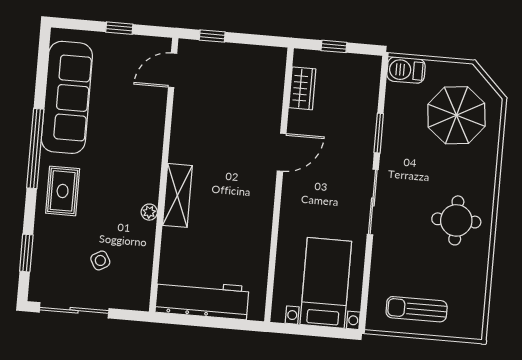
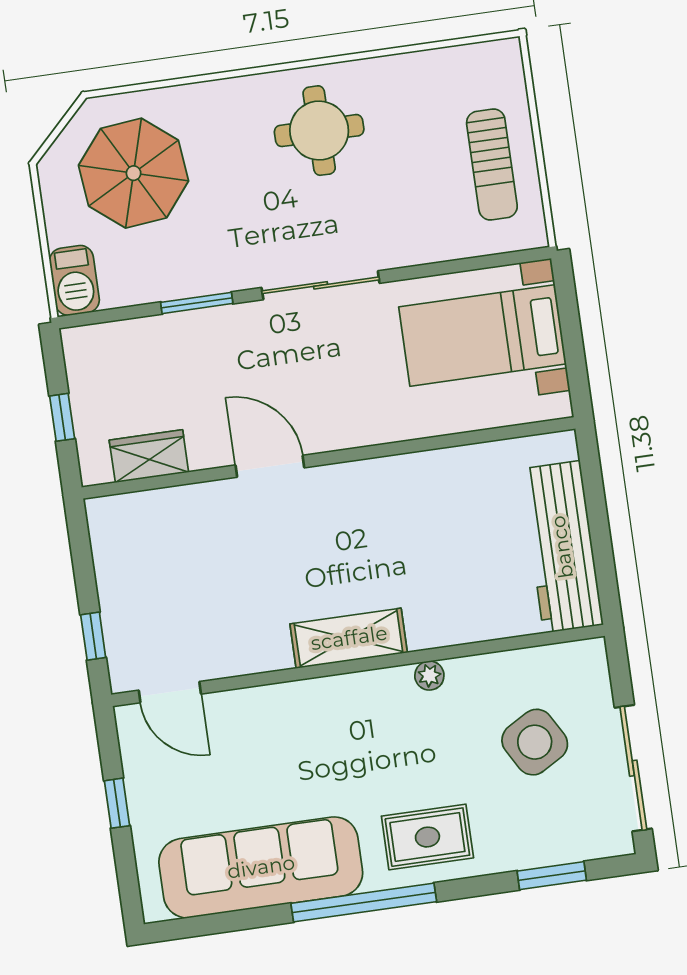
shelving: (177, 195) -> (349, 638), moved
side table: (100, 260) -> (535, 742), width x1.87, depth x1.87

